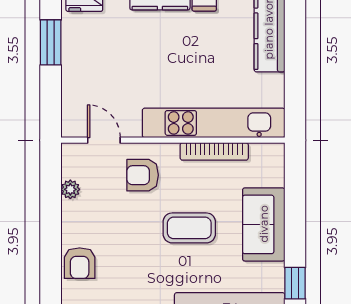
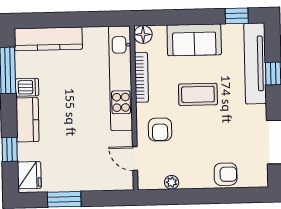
door: (104, 140) -> (135, 158), hinge flipped
floor lamp: (273, 155) -> (143, 34), added
coffee table: (189, 228) -> (198, 94), turned 90

